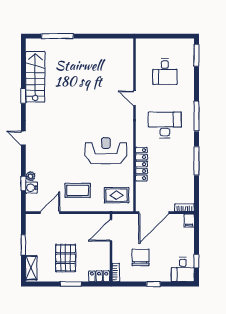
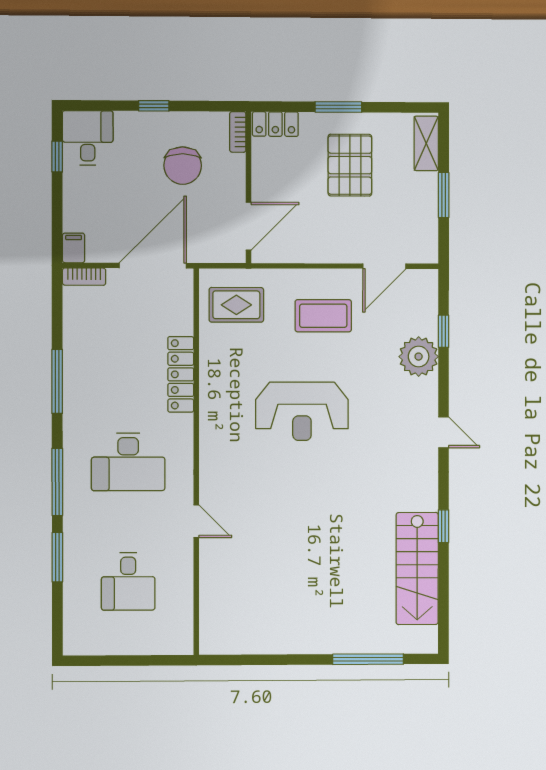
window: (196, 55) -> (57, 557), moved
desk: (165, 72) -> (128, 581), turned 180
reception desk: (106, 150) -> (302, 411), moved
plant: (30, 176) -> (419, 357), width x1.88, depth x1.88
water cooler: (31, 188) -> (426, 322), removed

